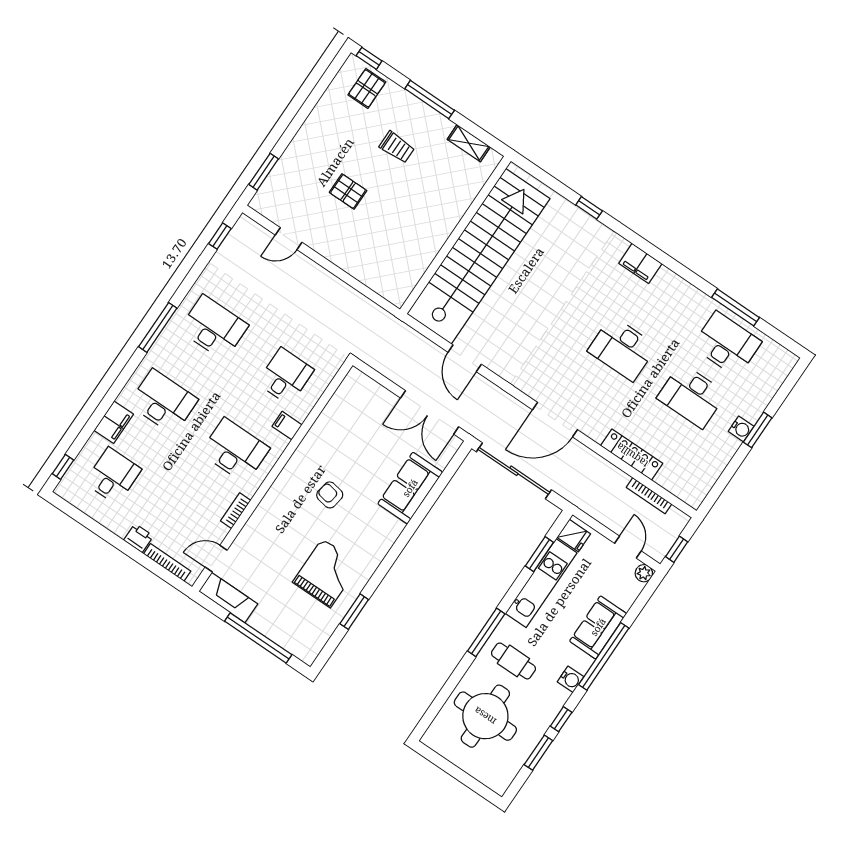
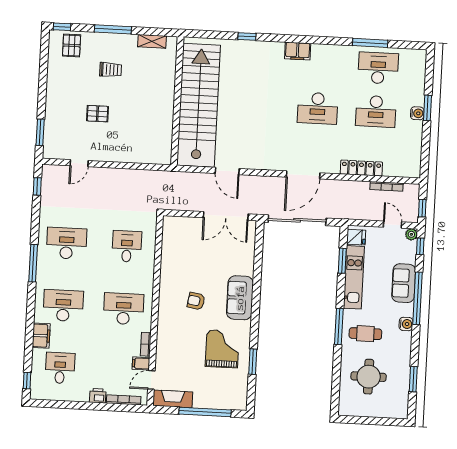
filing cabinet: (287, 426) -> (141, 363), moved
sofa: (410, 488) -> (240, 298), moved
round table: (485, 716) -> (369, 377), width x0.73, depth x0.73
window: (561, 719) -> (420, 246), moved

